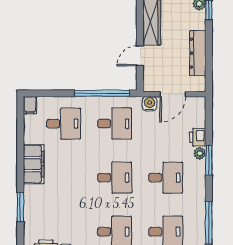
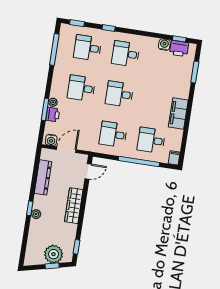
door: (140, 56) -> (88, 171), moved
window: (102, 93) -> (139, 161), moved
water cooler: (150, 104) -> (51, 140), moved
window: (209, 160) -> (45, 109), moved
window: (20, 207) -> (195, 72), moved

